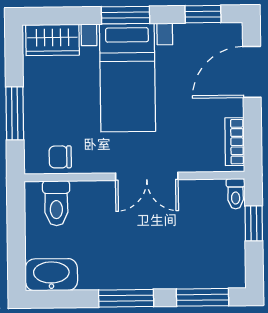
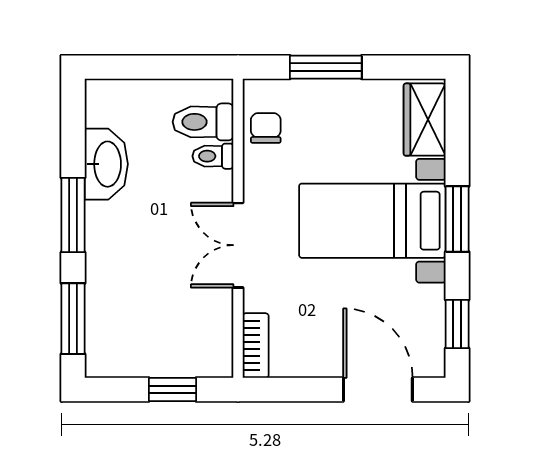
bookcase: (235, 142) -> (256, 346), moved, turned 90
toilet: (236, 194) -> (213, 156), moved
washbasin: (51, 275) -> (106, 164), moved

